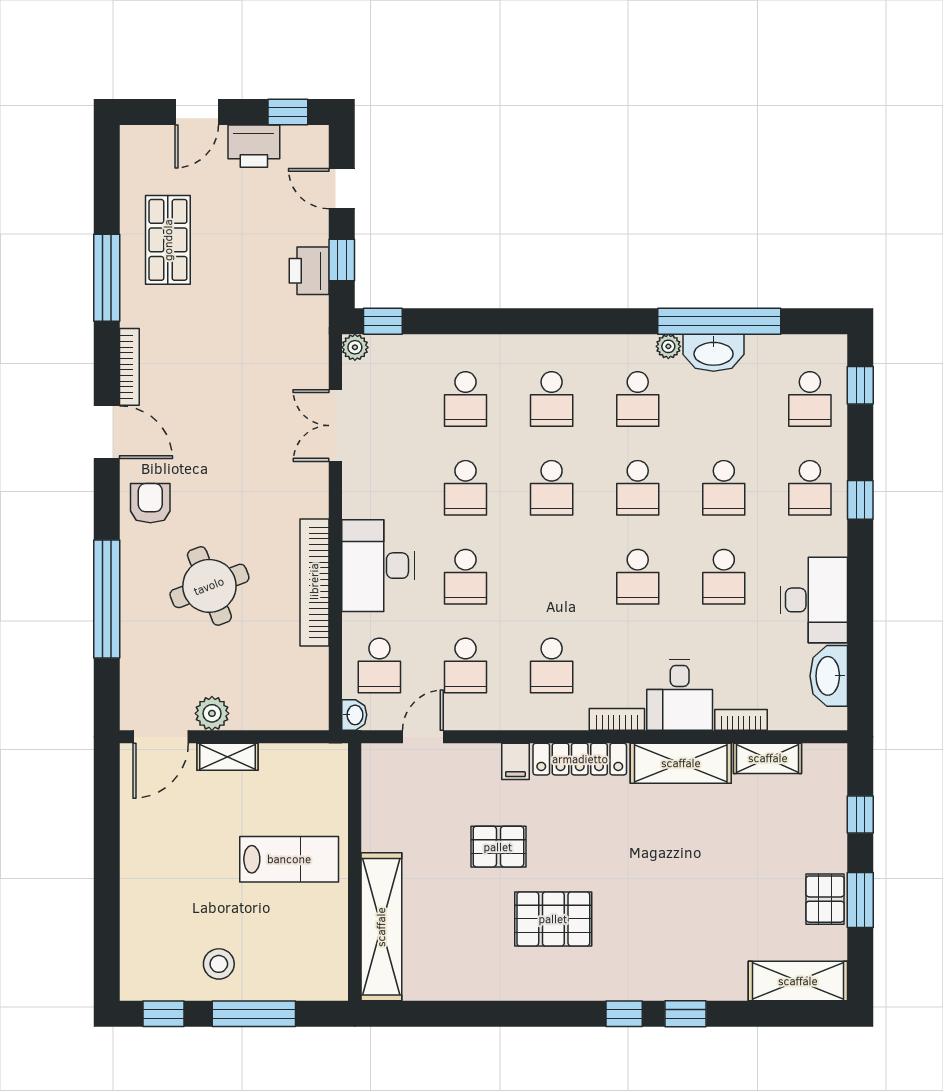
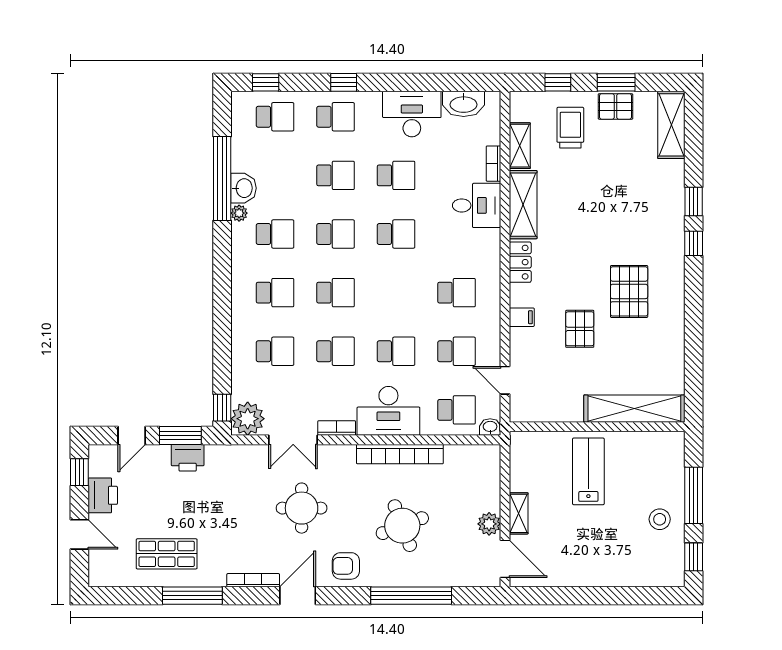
window: (342, 260) -> (180, 435), width x1.50
plant: (355, 347) -> (248, 419), width x1.88, depth x1.88
washbasin: (714, 353) -> (243, 188), width x0.72
round table: (235, 438) -> (302, 508), added
bookcase: (617, 719) -> (337, 428), moved, turned 90
locker: (580, 759) -> (520, 262), width x0.66
trolley: (794, 833) -> (570, 128), added

